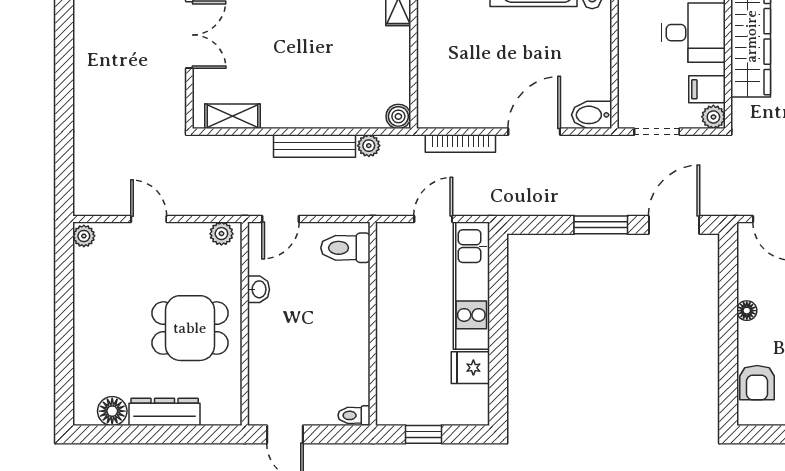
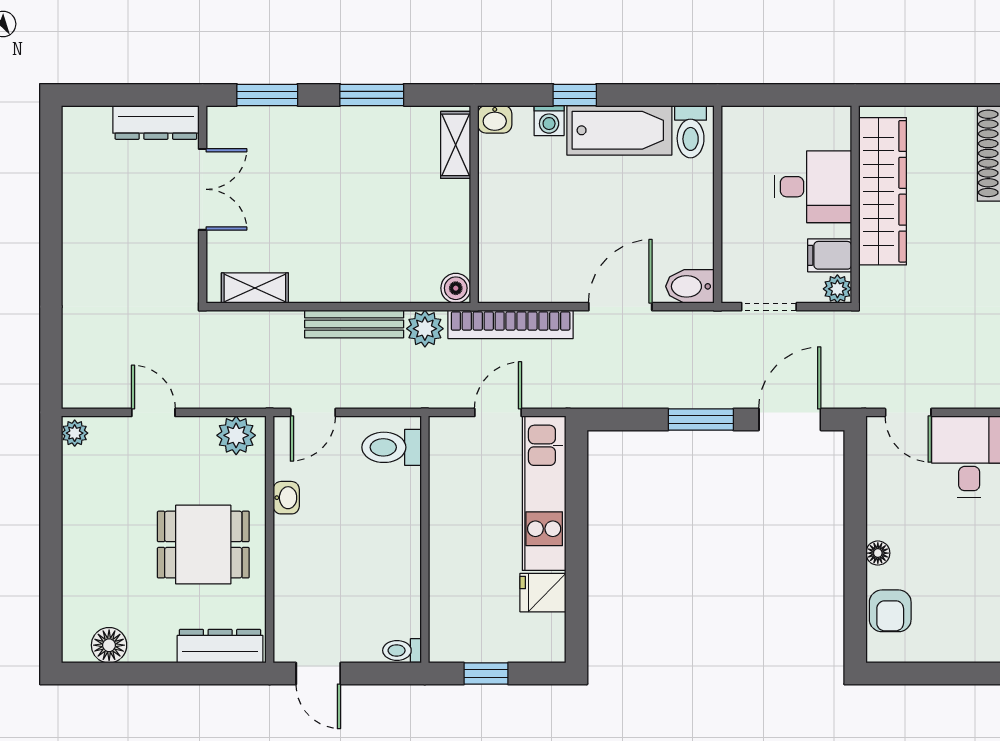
bookcase: (460, 143) -> (511, 324), width x1.48, depth x1.31
plant: (369, 146) -> (425, 329), width x1.38, depth x1.38
plant: (221, 234) -> (236, 435), width x1.38, depth x1.38
floor lamp: (747, 311) -> (878, 553), moved
dresser: (165, 412) -> (220, 646), moved

